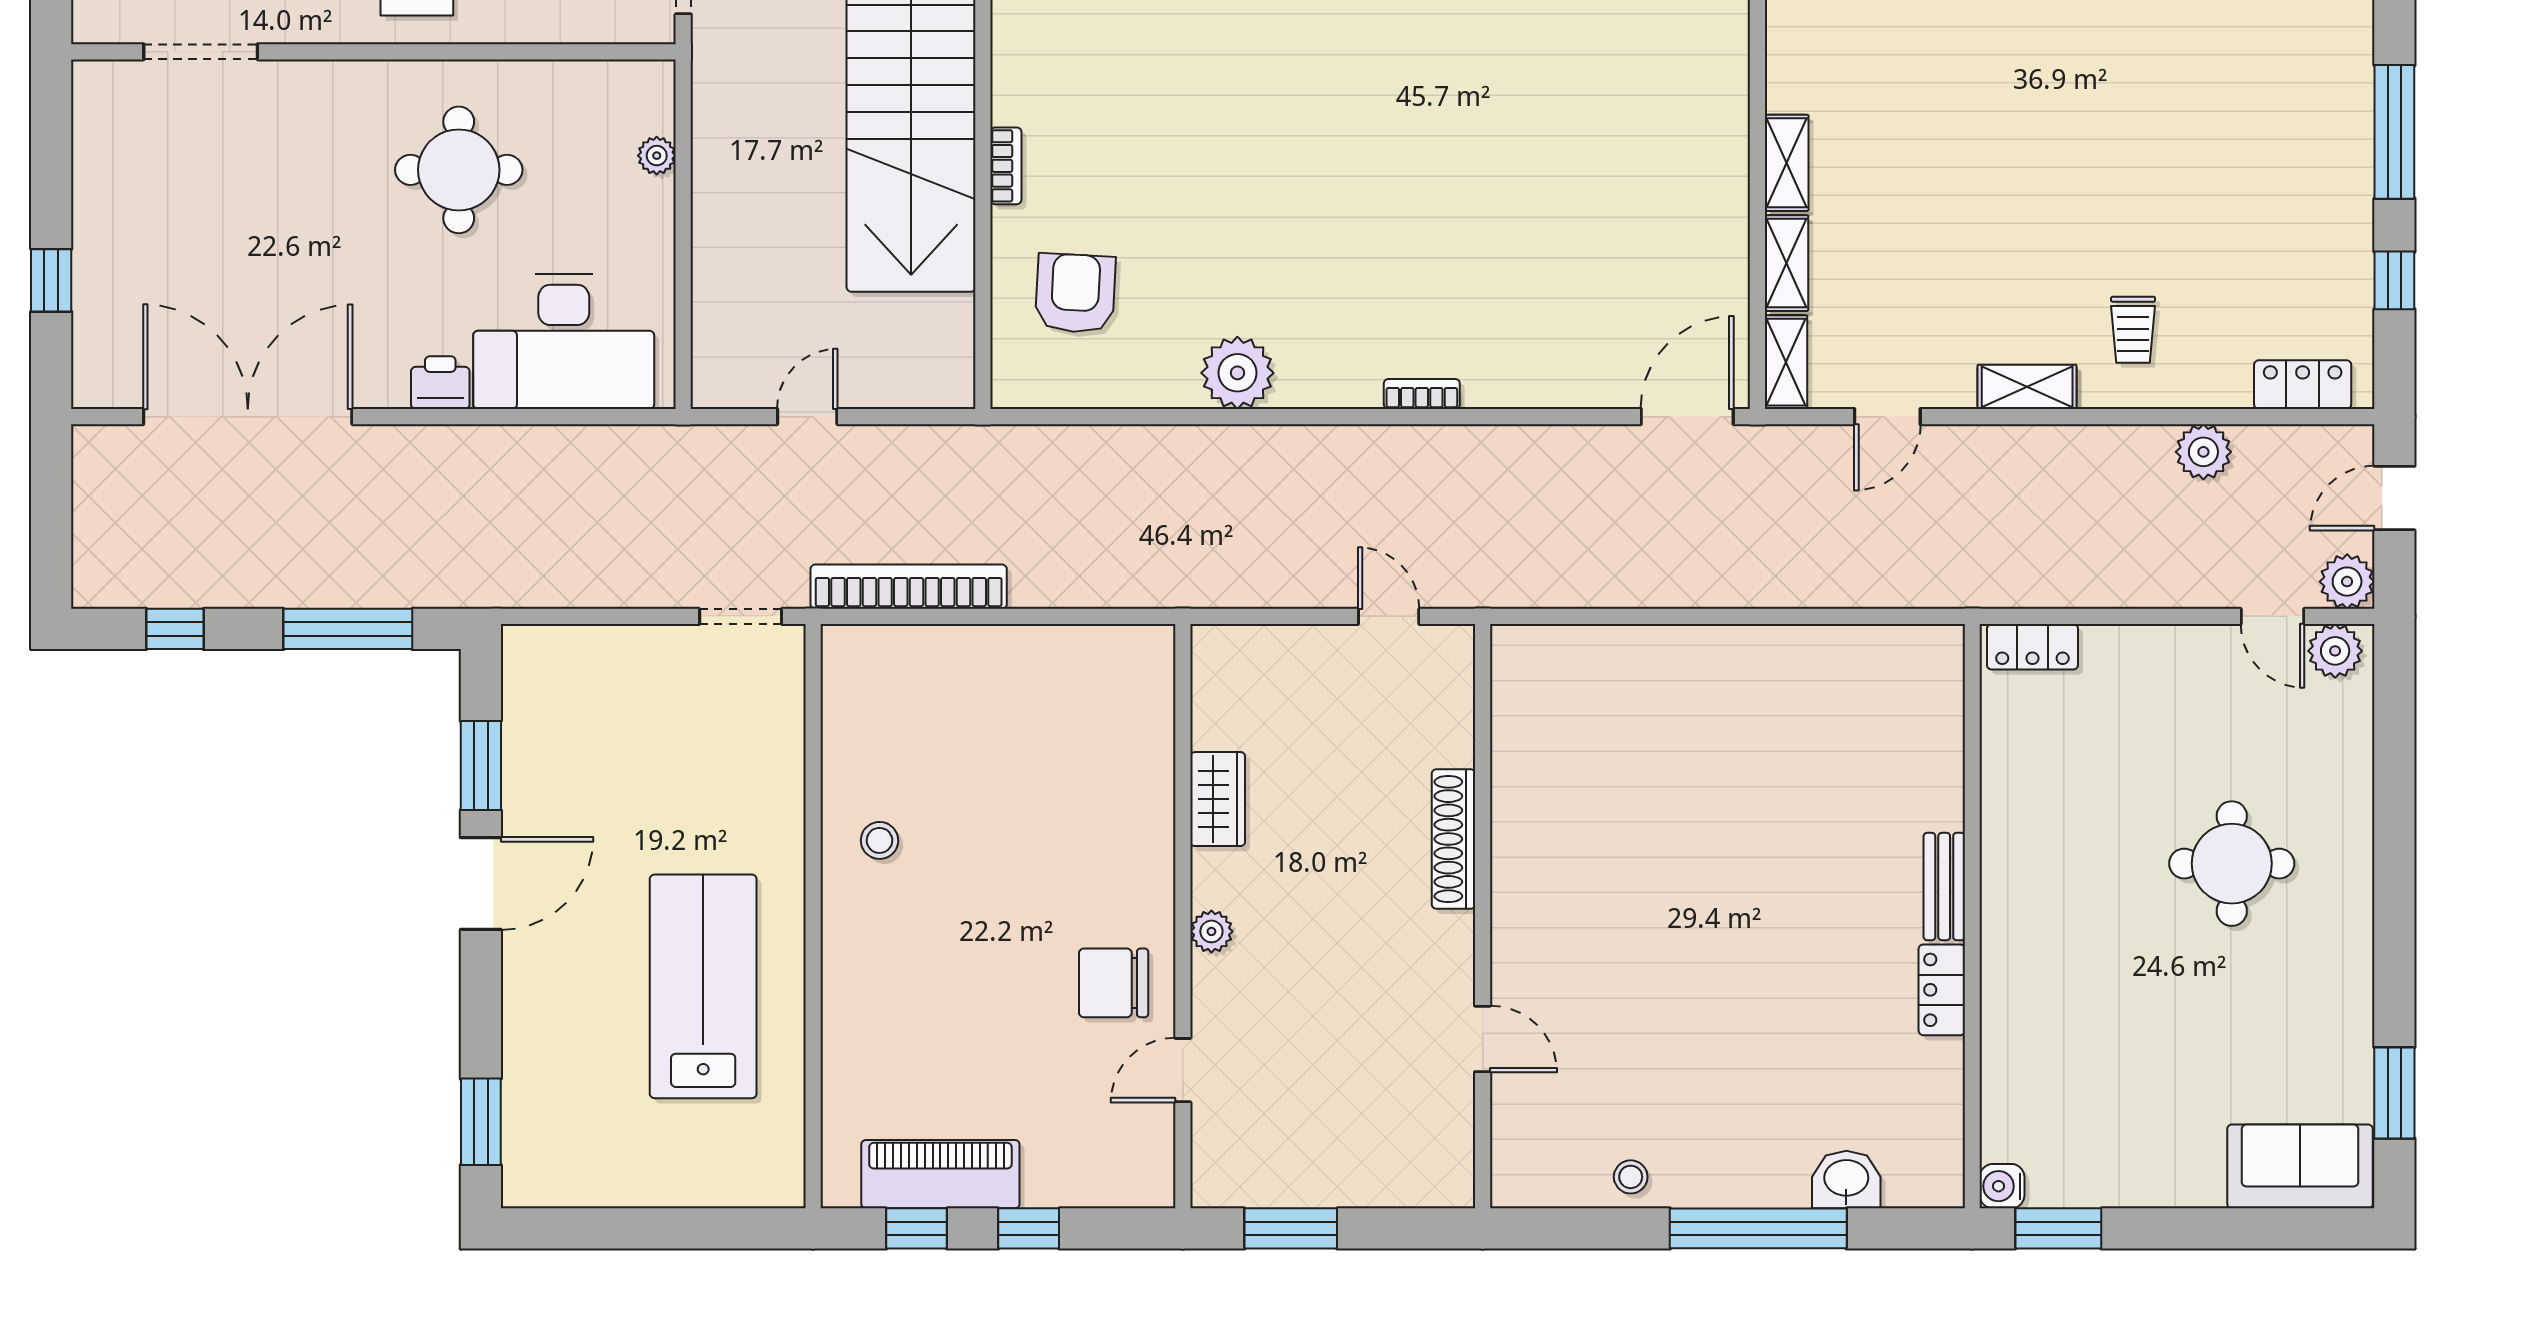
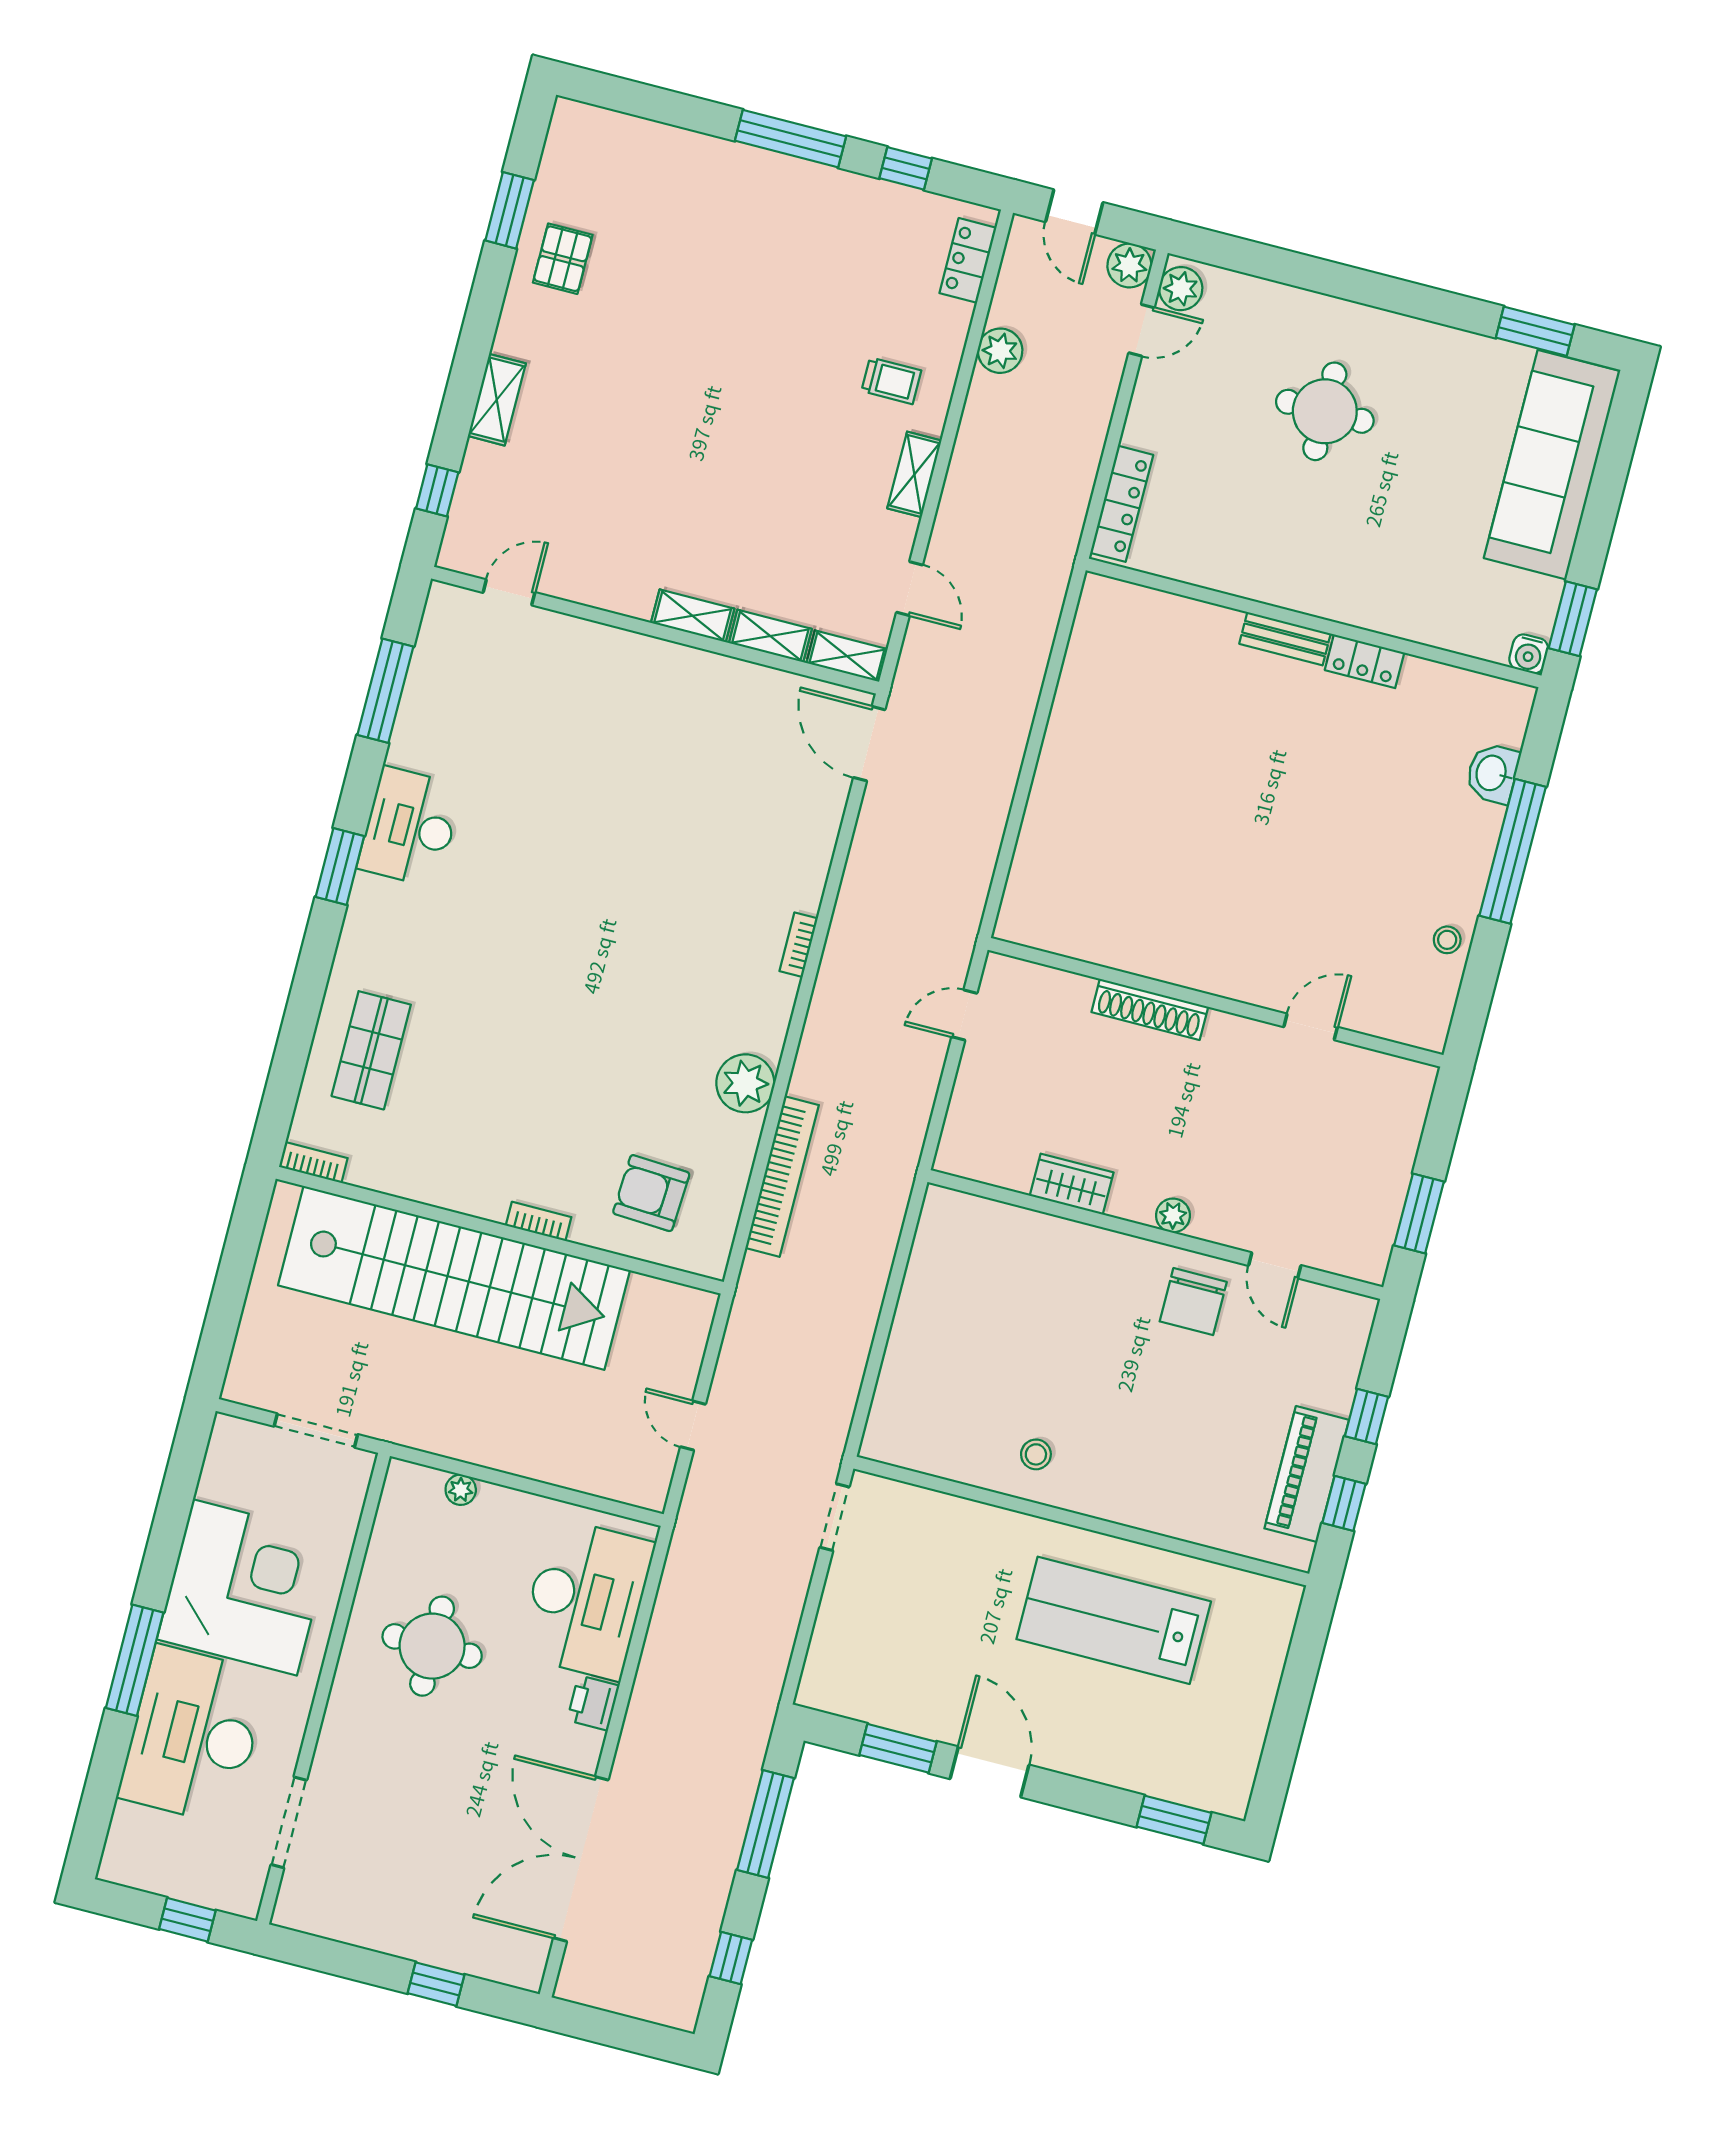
bookcase: (909, 587) -> (782, 1176), moved, turned 180
locker: (2032, 647) -> (1122, 504), width x1.53
sofa: (2300, 1166) -> (1552, 465), width x1.85, depth x1.27

